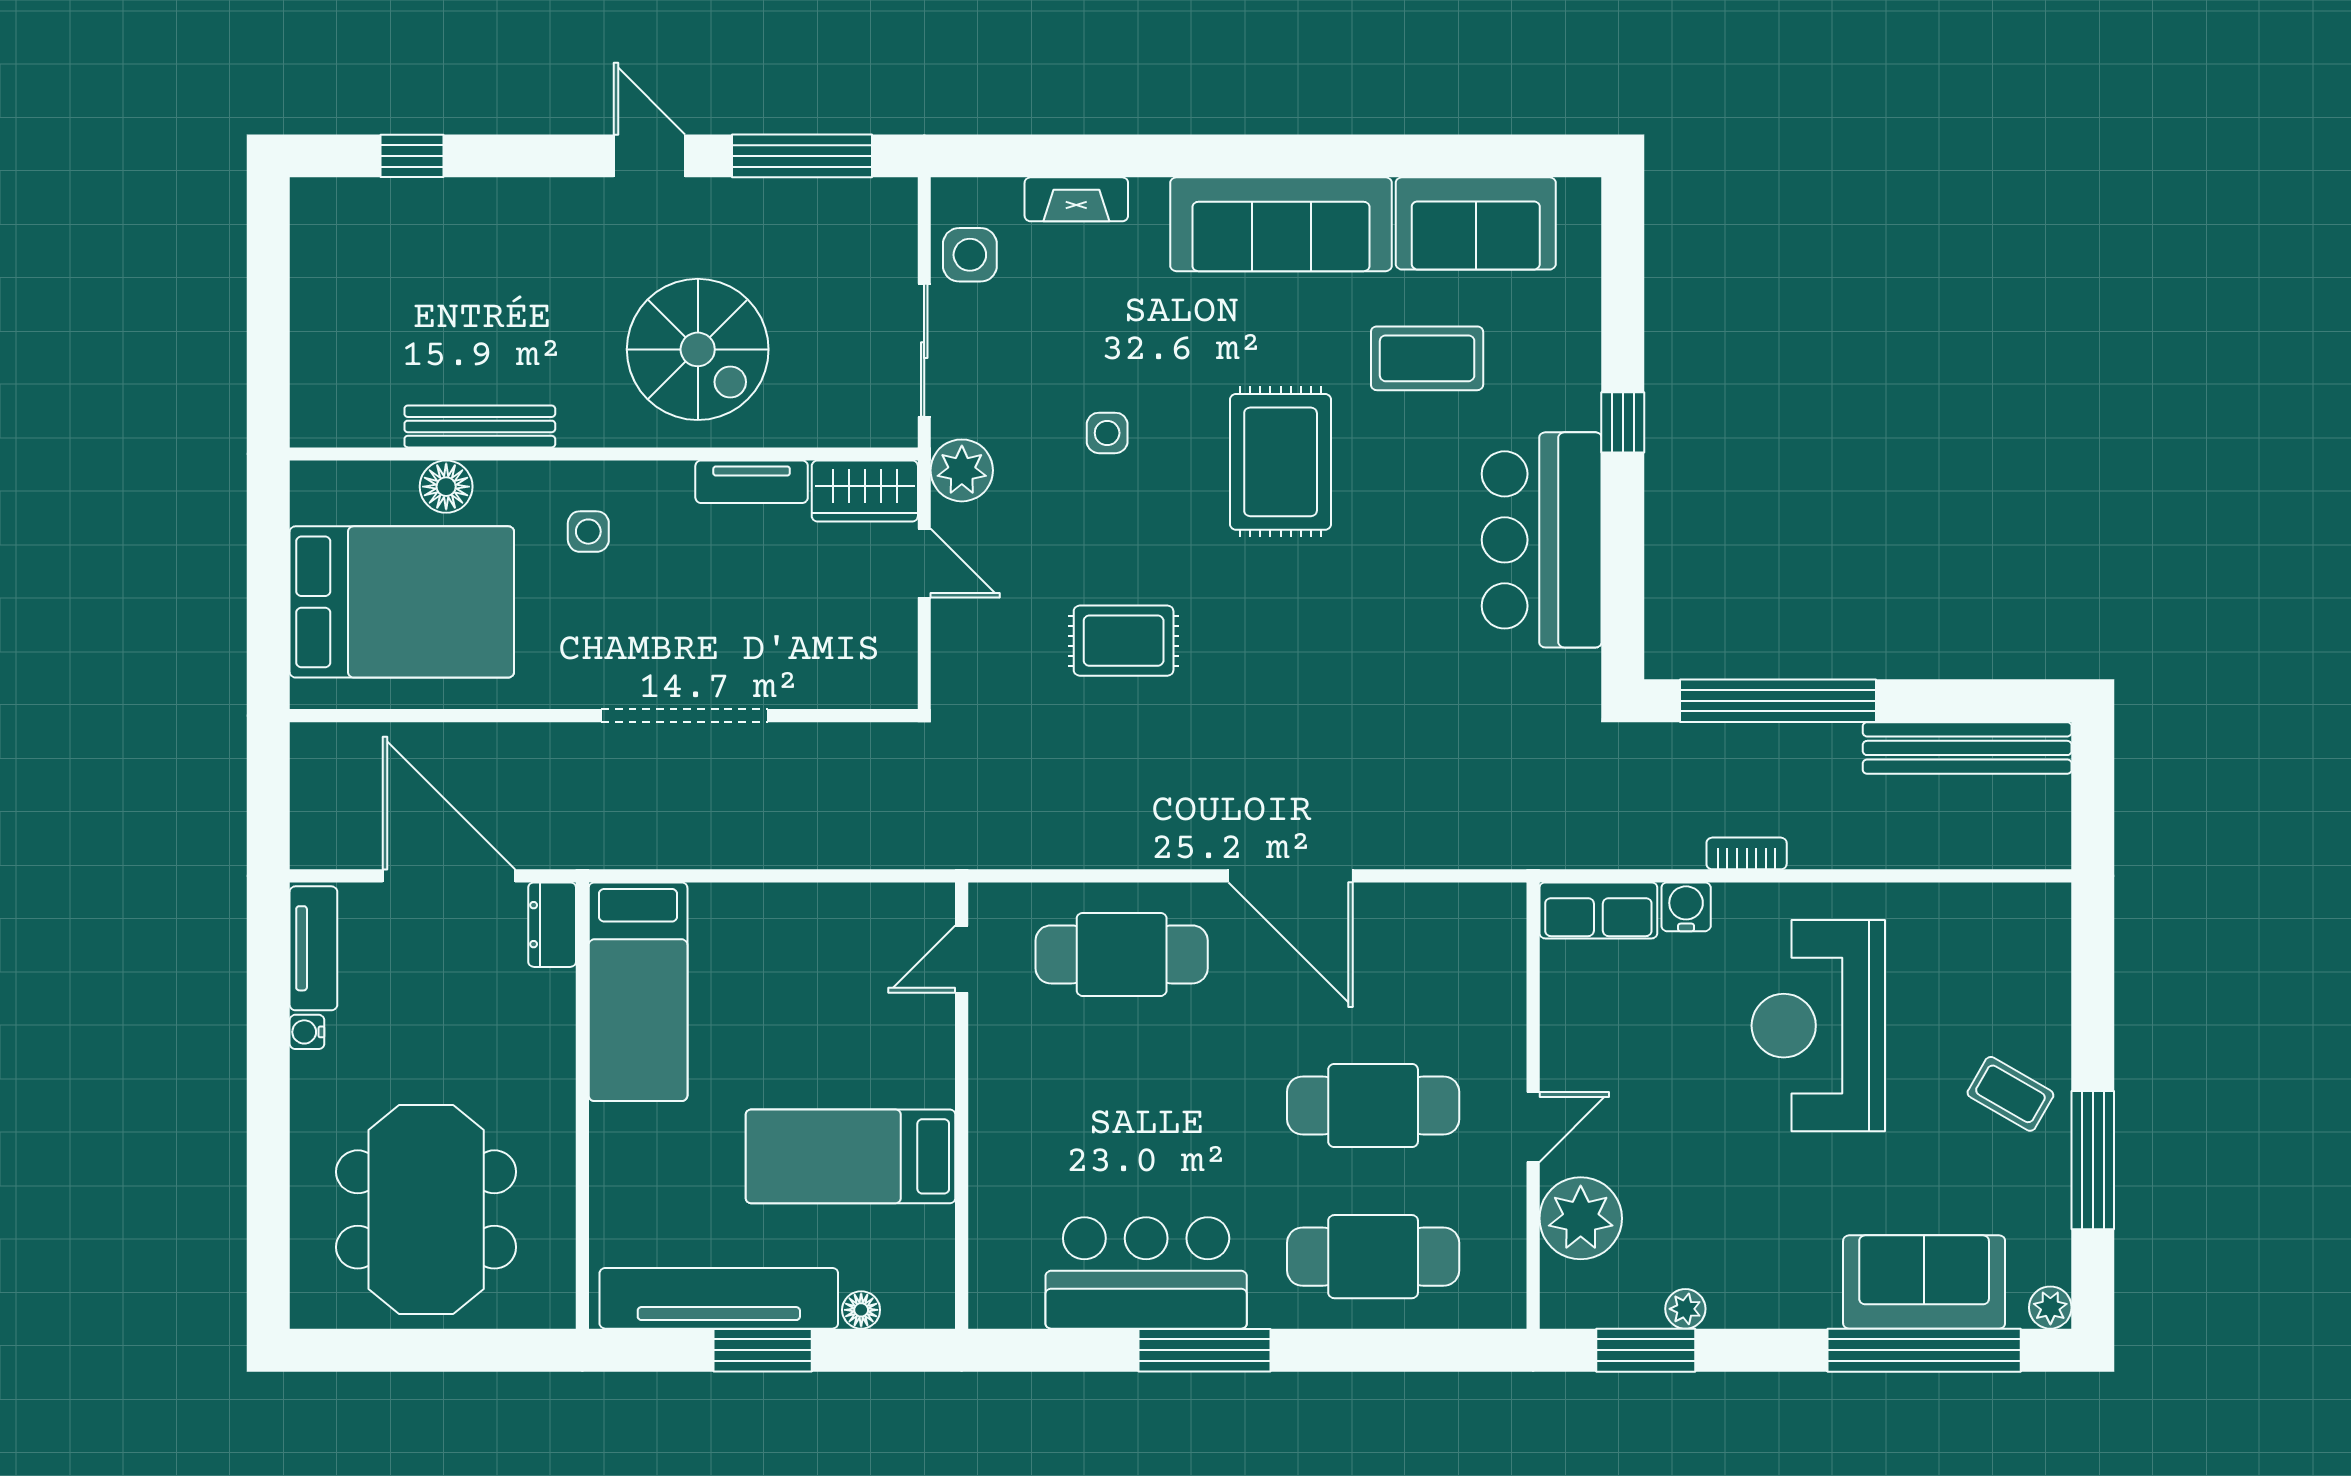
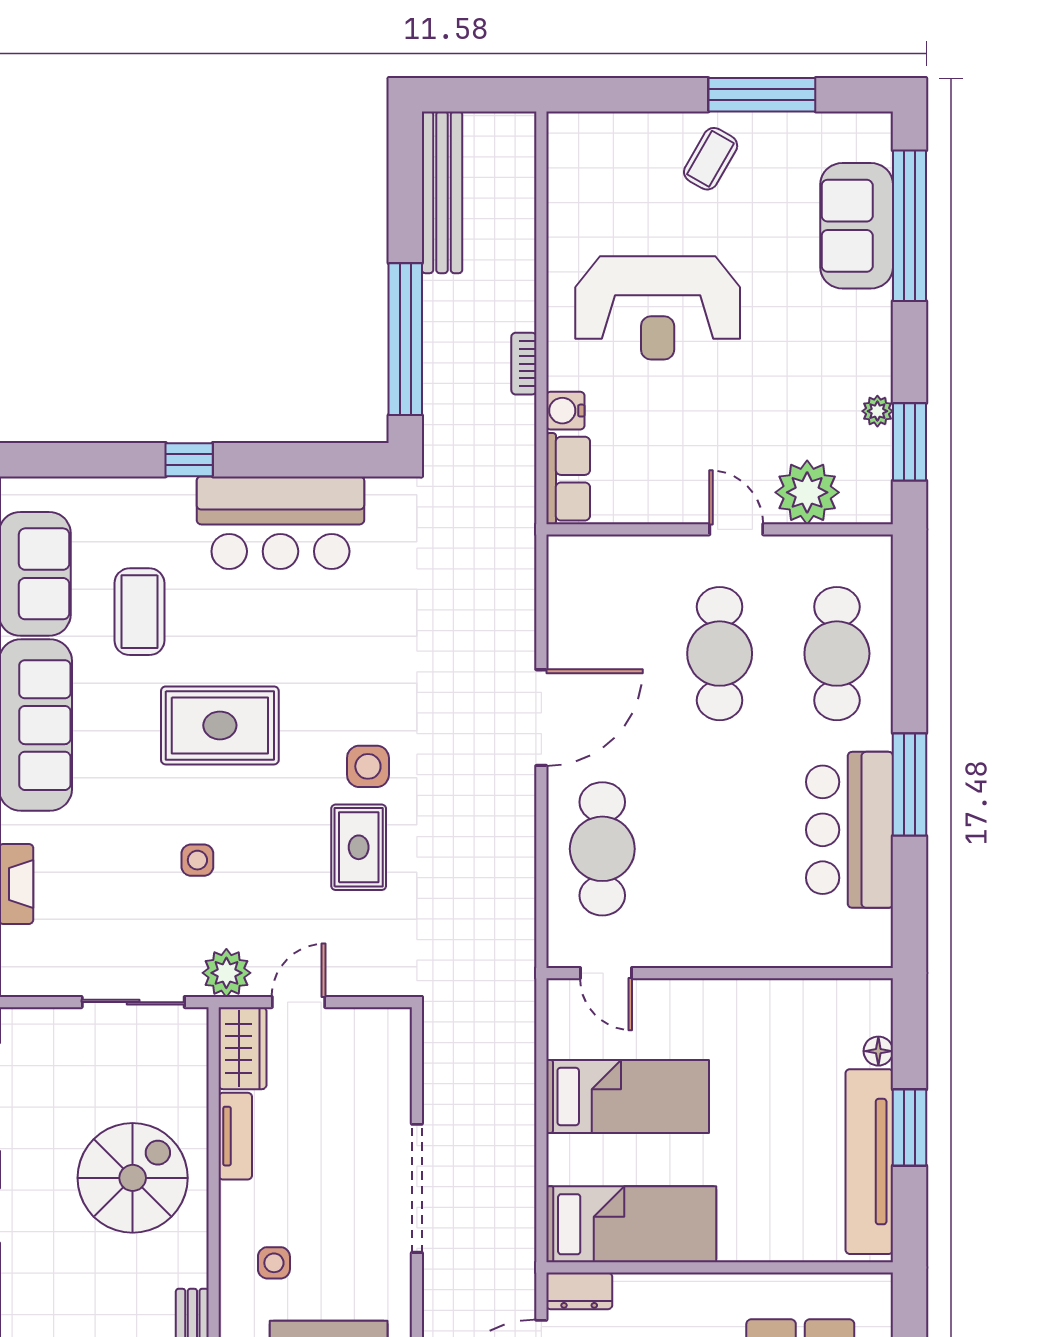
side table: (970, 255) -> (368, 766), moved
bed: (850, 1156) -> (628, 1096), moved, turned -90
plant: (2050, 1308) -> (876, 128), removed

